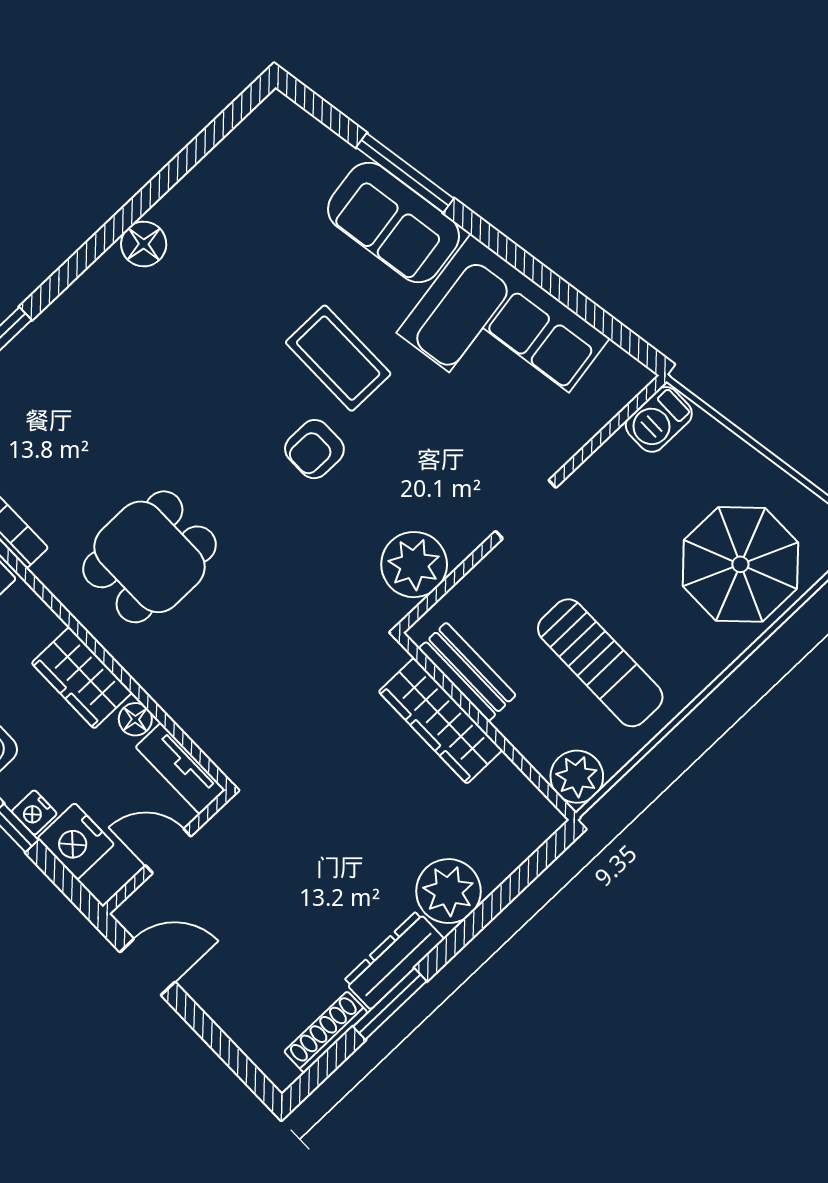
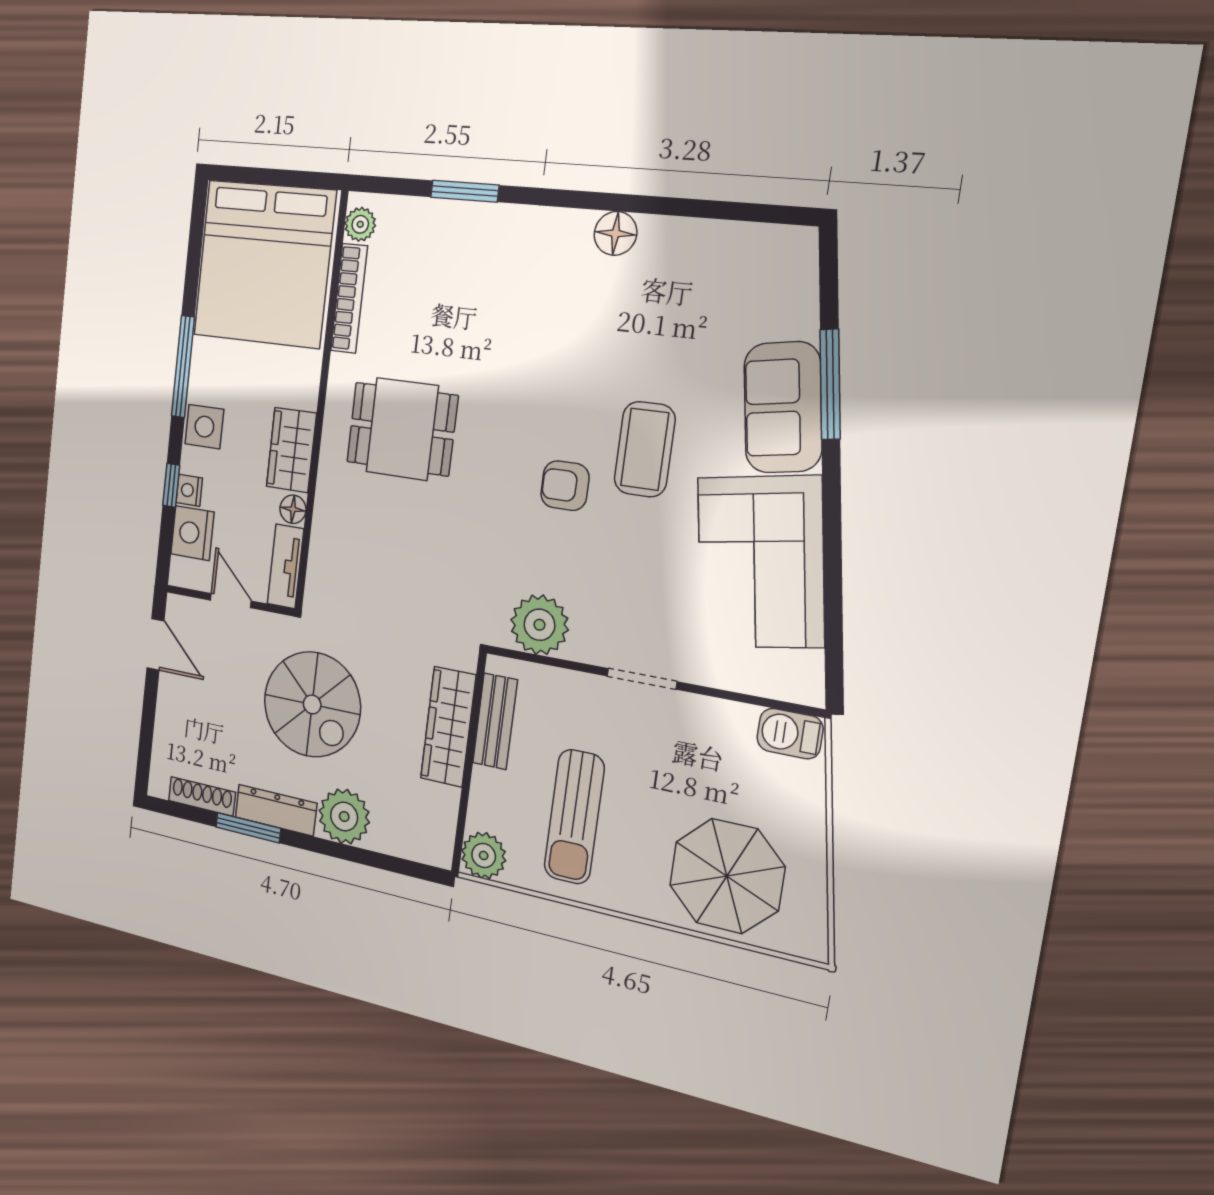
spiral stairs: (324, 842) -> (312, 704), added

